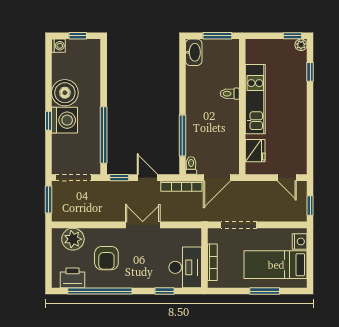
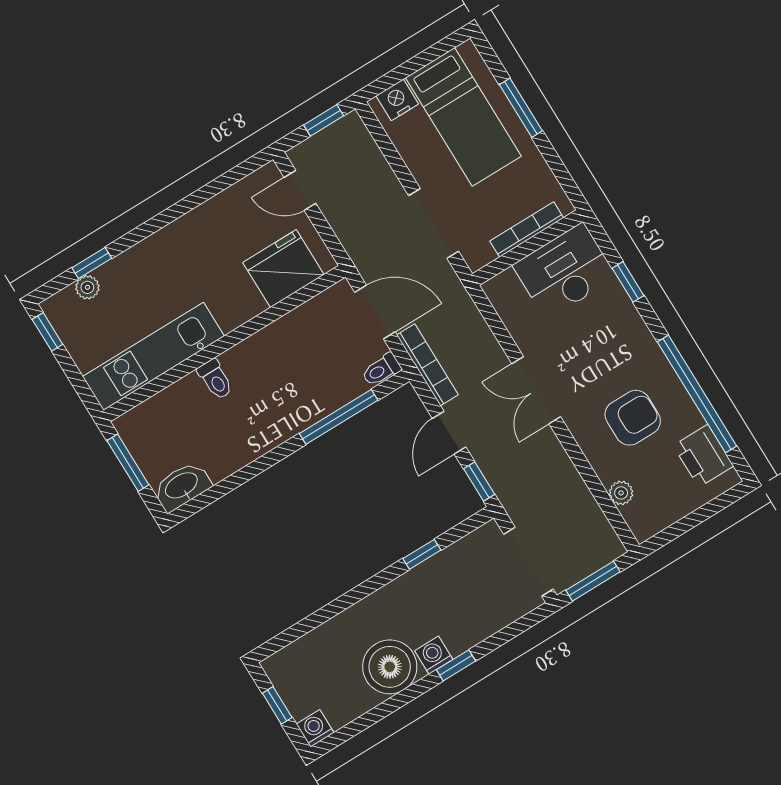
plant: (301, 45) -> (87, 287), moved
kitchen unit: (255, 99) -> (153, 356), moved
washing machine: (65, 120) -> (434, 655), width x0.53, depth x0.53
window: (104, 135) -> (422, 554), width x0.32
fridge: (255, 151) -> (283, 269), width x1.36, depth x1.34
door: (287, 178) -> (300, 190), swing flipped
plant: (73, 239) -> (621, 493), width x0.53, depth x0.53

